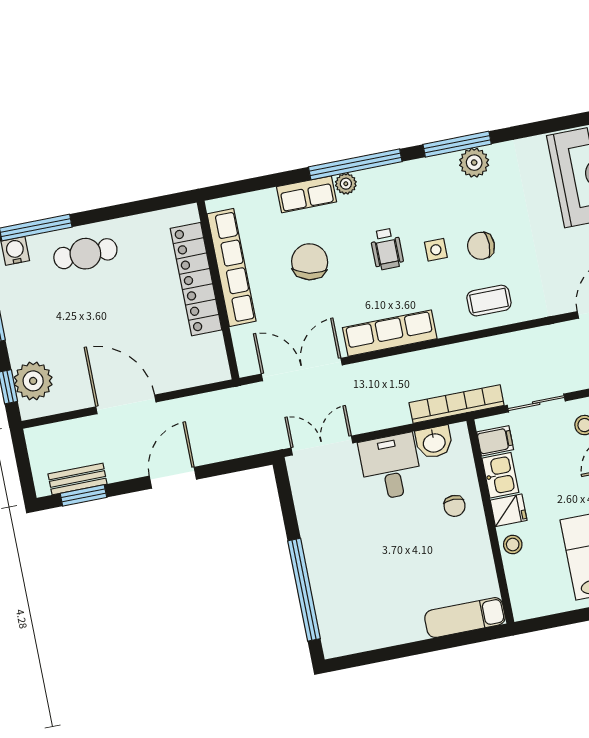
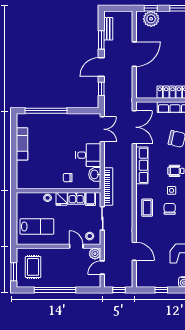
window: (225, 467) -> (101, 89), added
door: (173, 478) -> (101, 67), swing flipped
window: (83, 495) -> (101, 40), moved
exam couch: (465, 618) -> (22, 144), moved

